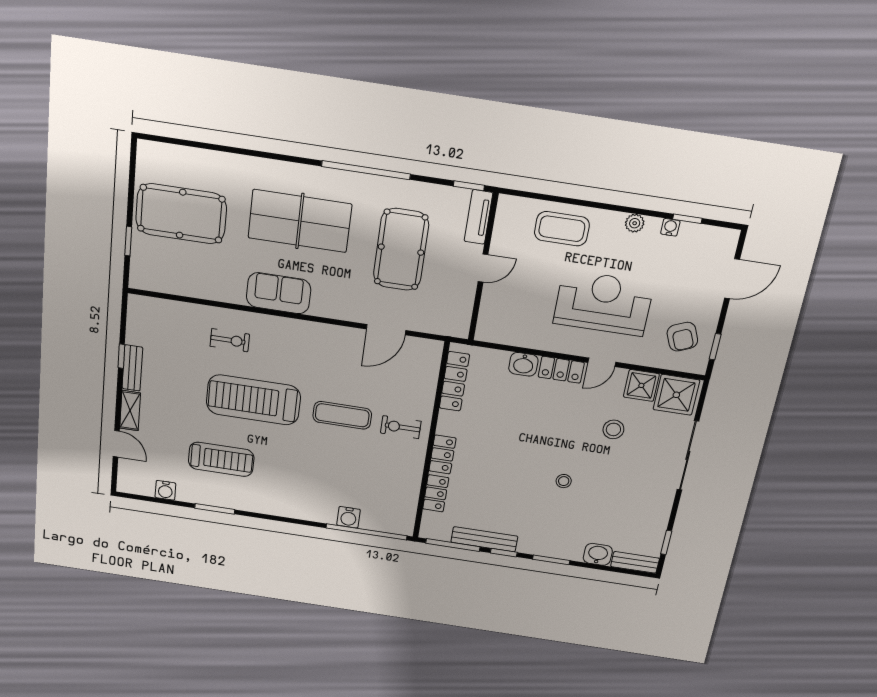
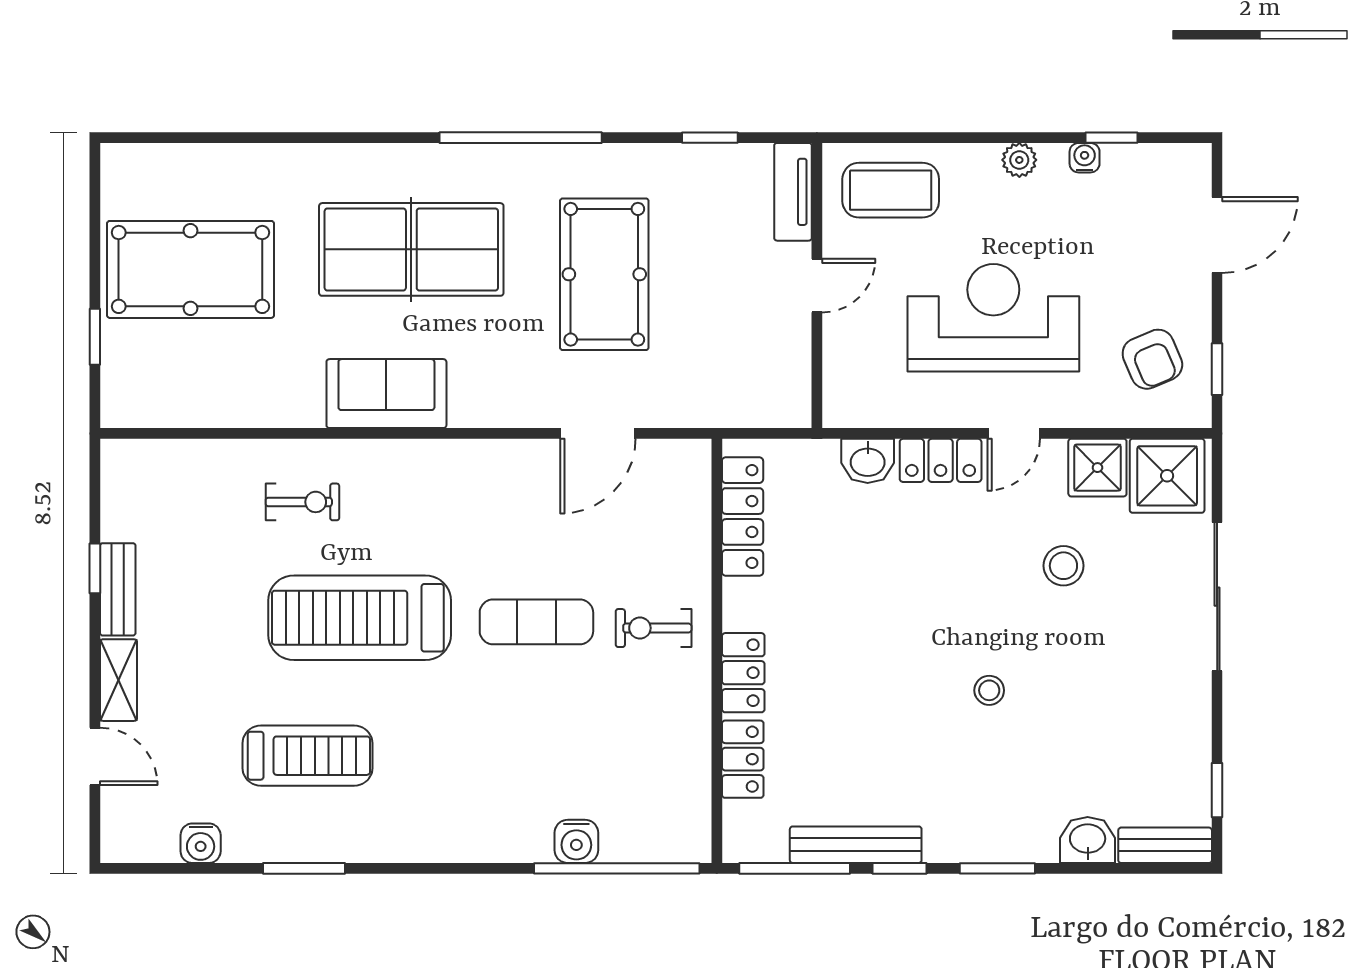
tv unit: (479, 217) -> (793, 192), moved
door: (483, 268) -> (817, 286), moved
wall: (483, 268) -> (817, 285), moved

